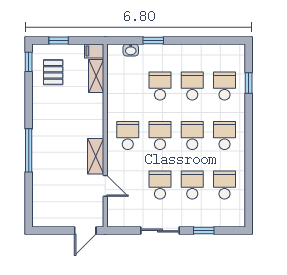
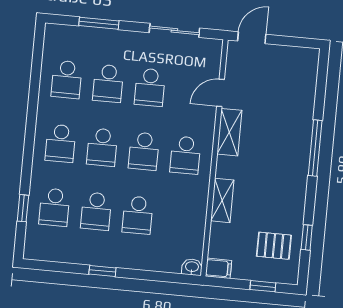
window: (153, 40) -> (102, 271), moved
washbasin: (131, 50) -> (192, 267), moved
window: (29, 62) -> (307, 237), moved
pallet: (53, 72) -> (274, 246), turned 90
shelving: (96, 76) -> (222, 200), moved
door: (105, 186) -> (220, 93), hinge flipped
sliding door: (160, 231) -> (174, 30), moved
window: (204, 231) -> (99, 23), width x1.50

